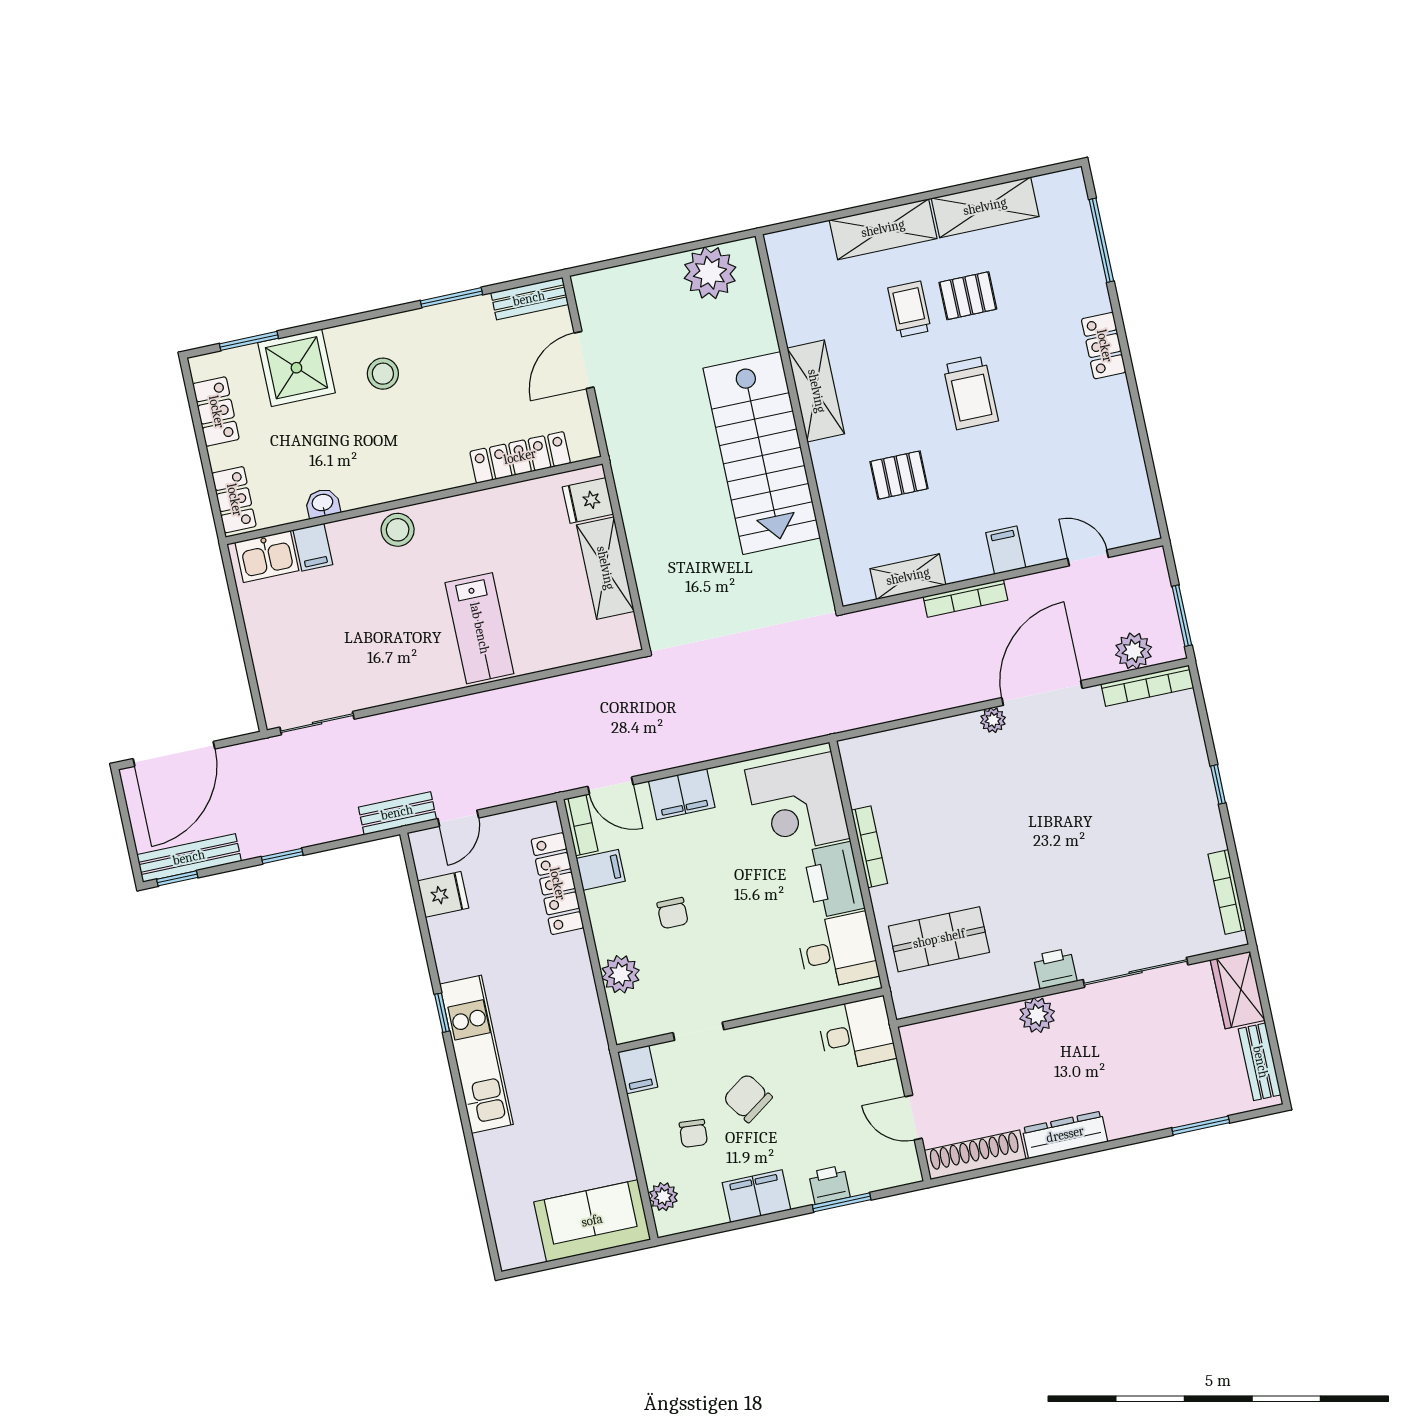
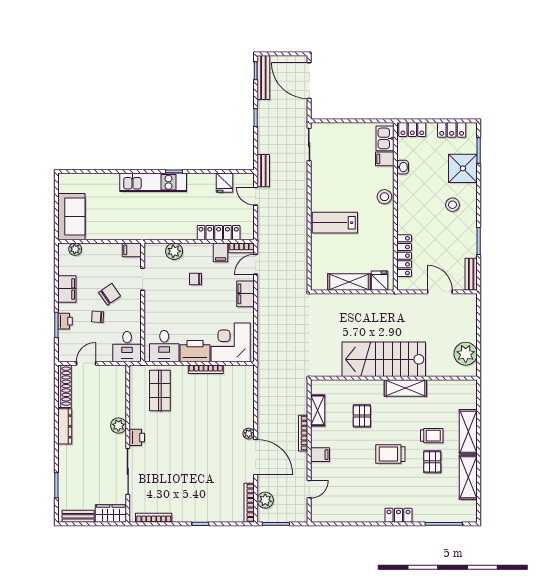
chair: (693, 1133) -> (98, 317), moved

